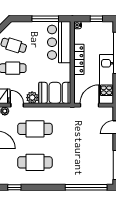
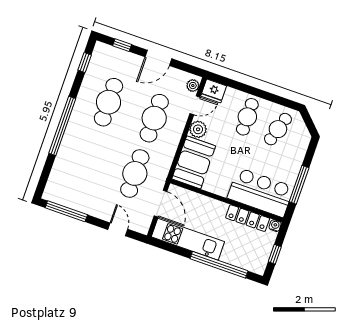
locker: (79, 59) -> (248, 218), moved
cafe table: (76, 129) -> (135, 173), added
window: (86, 187) -> (62, 126), moved

